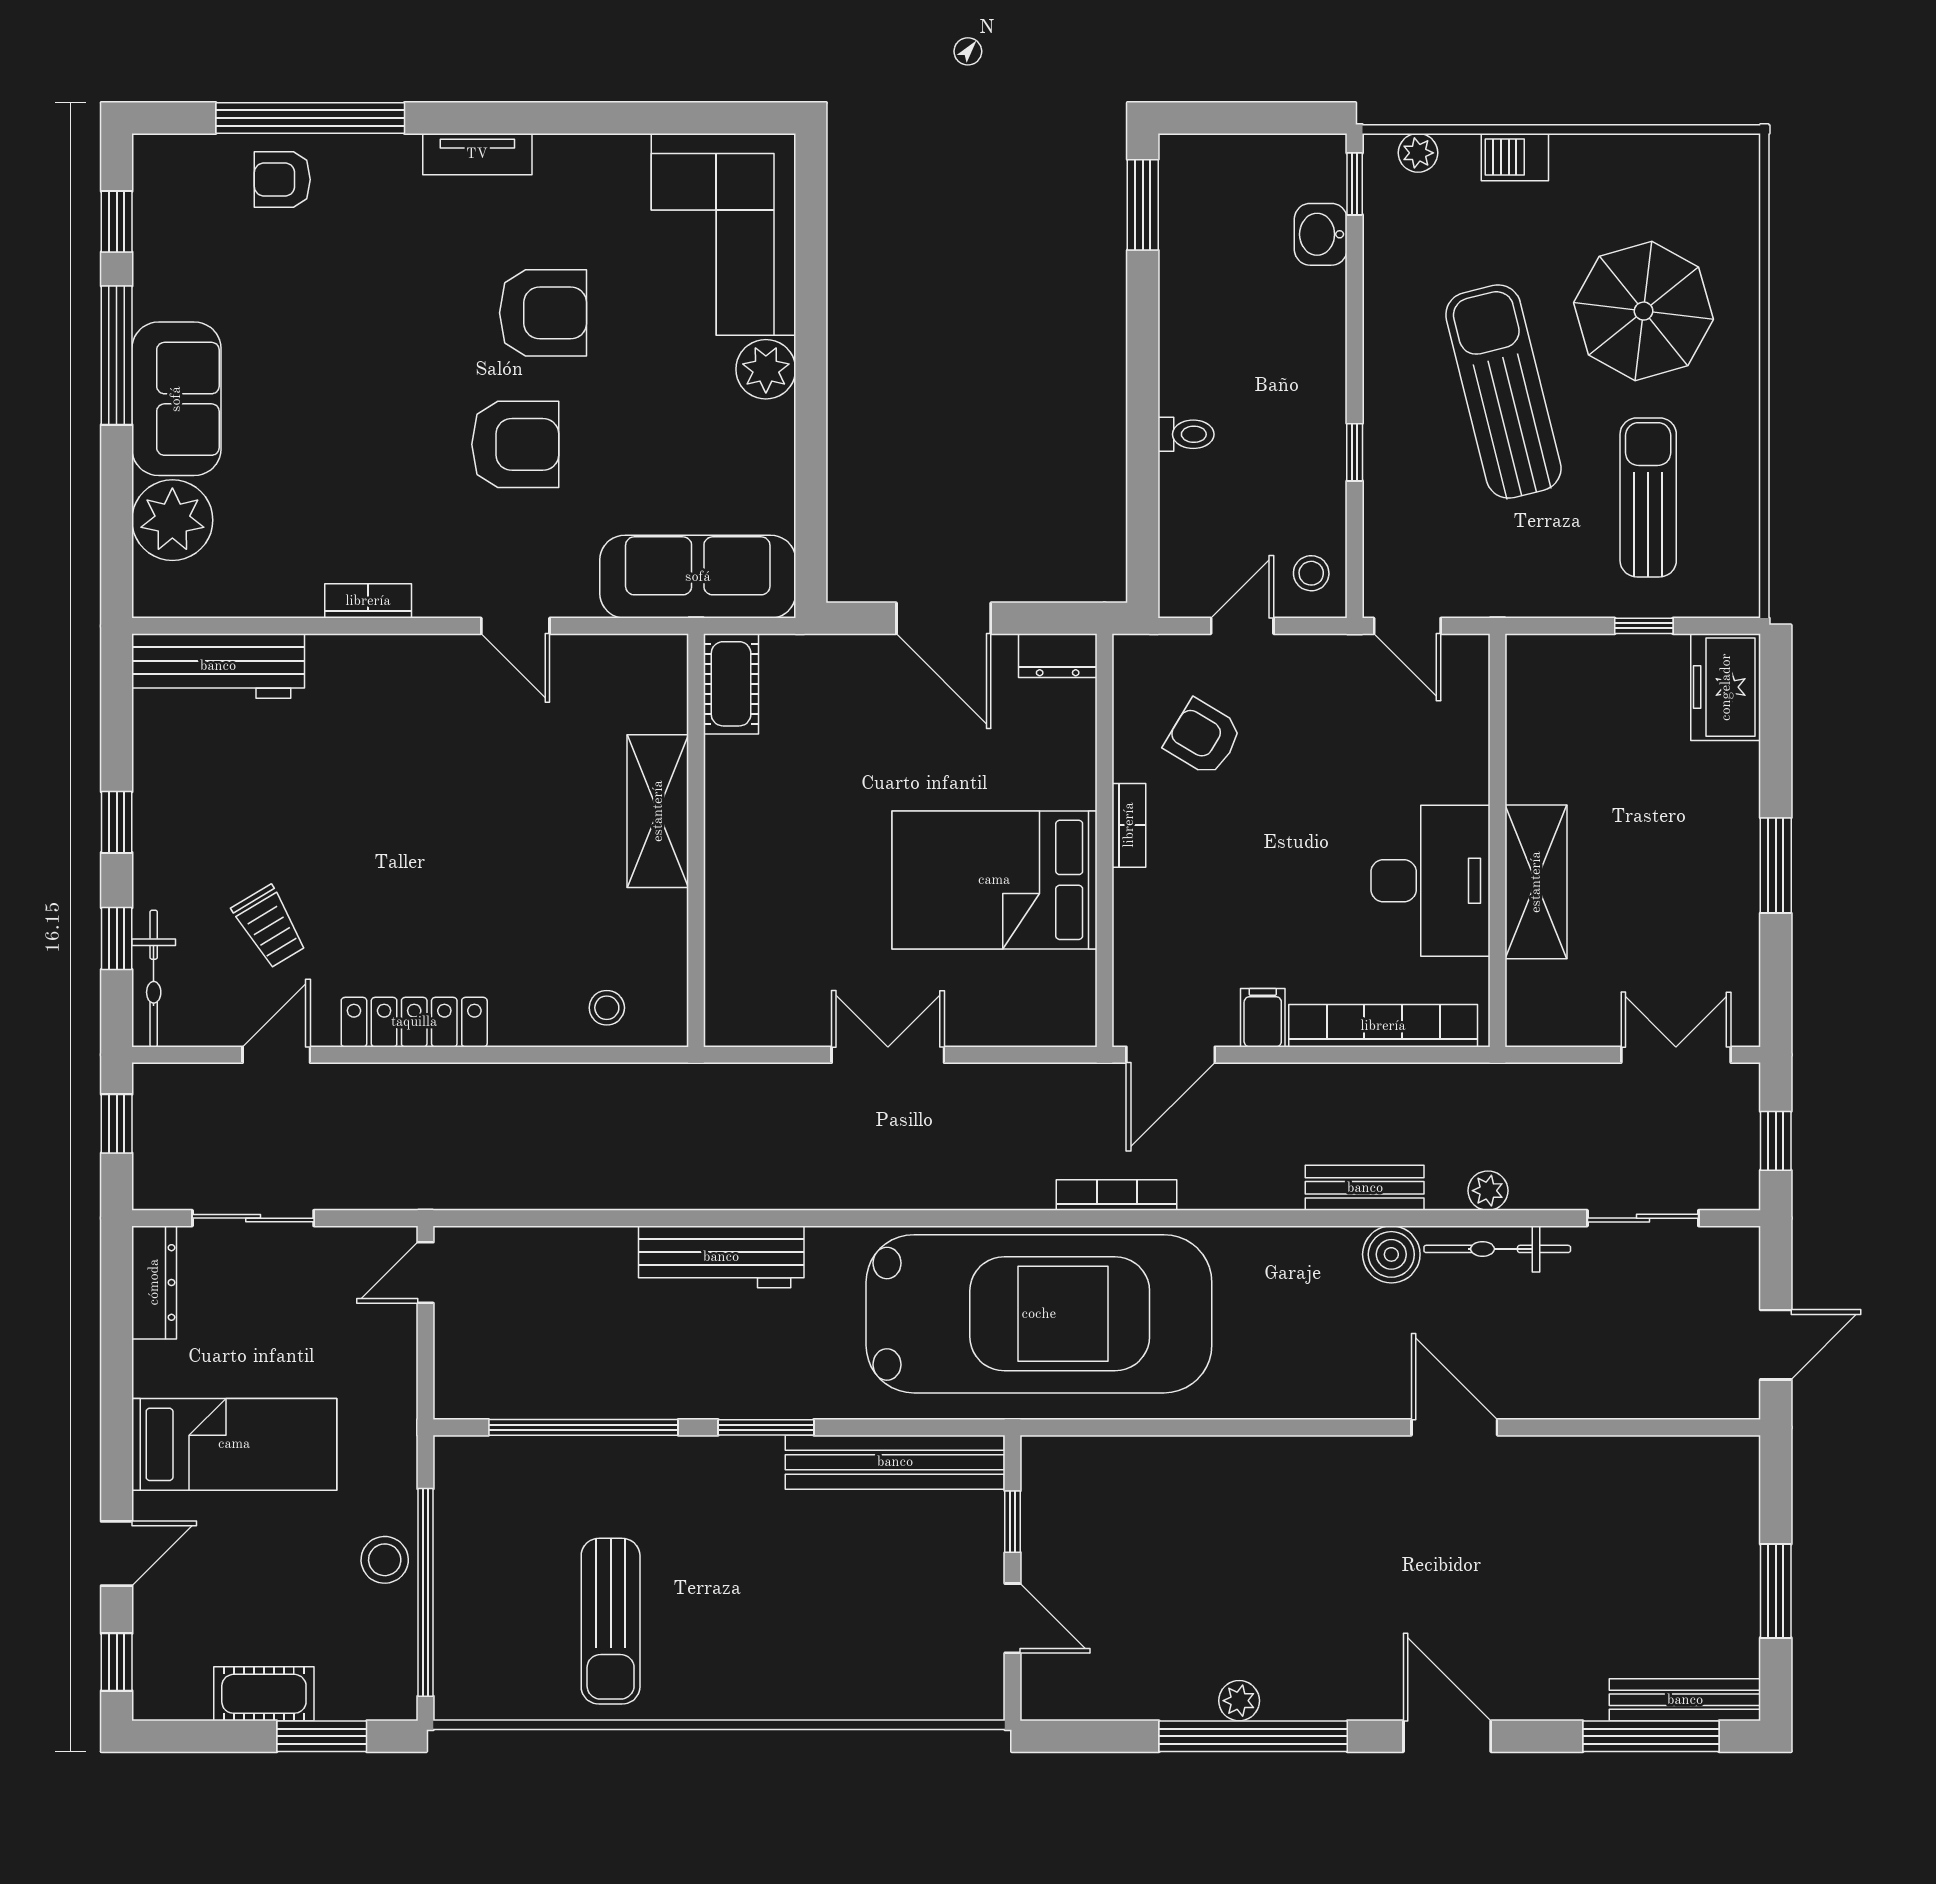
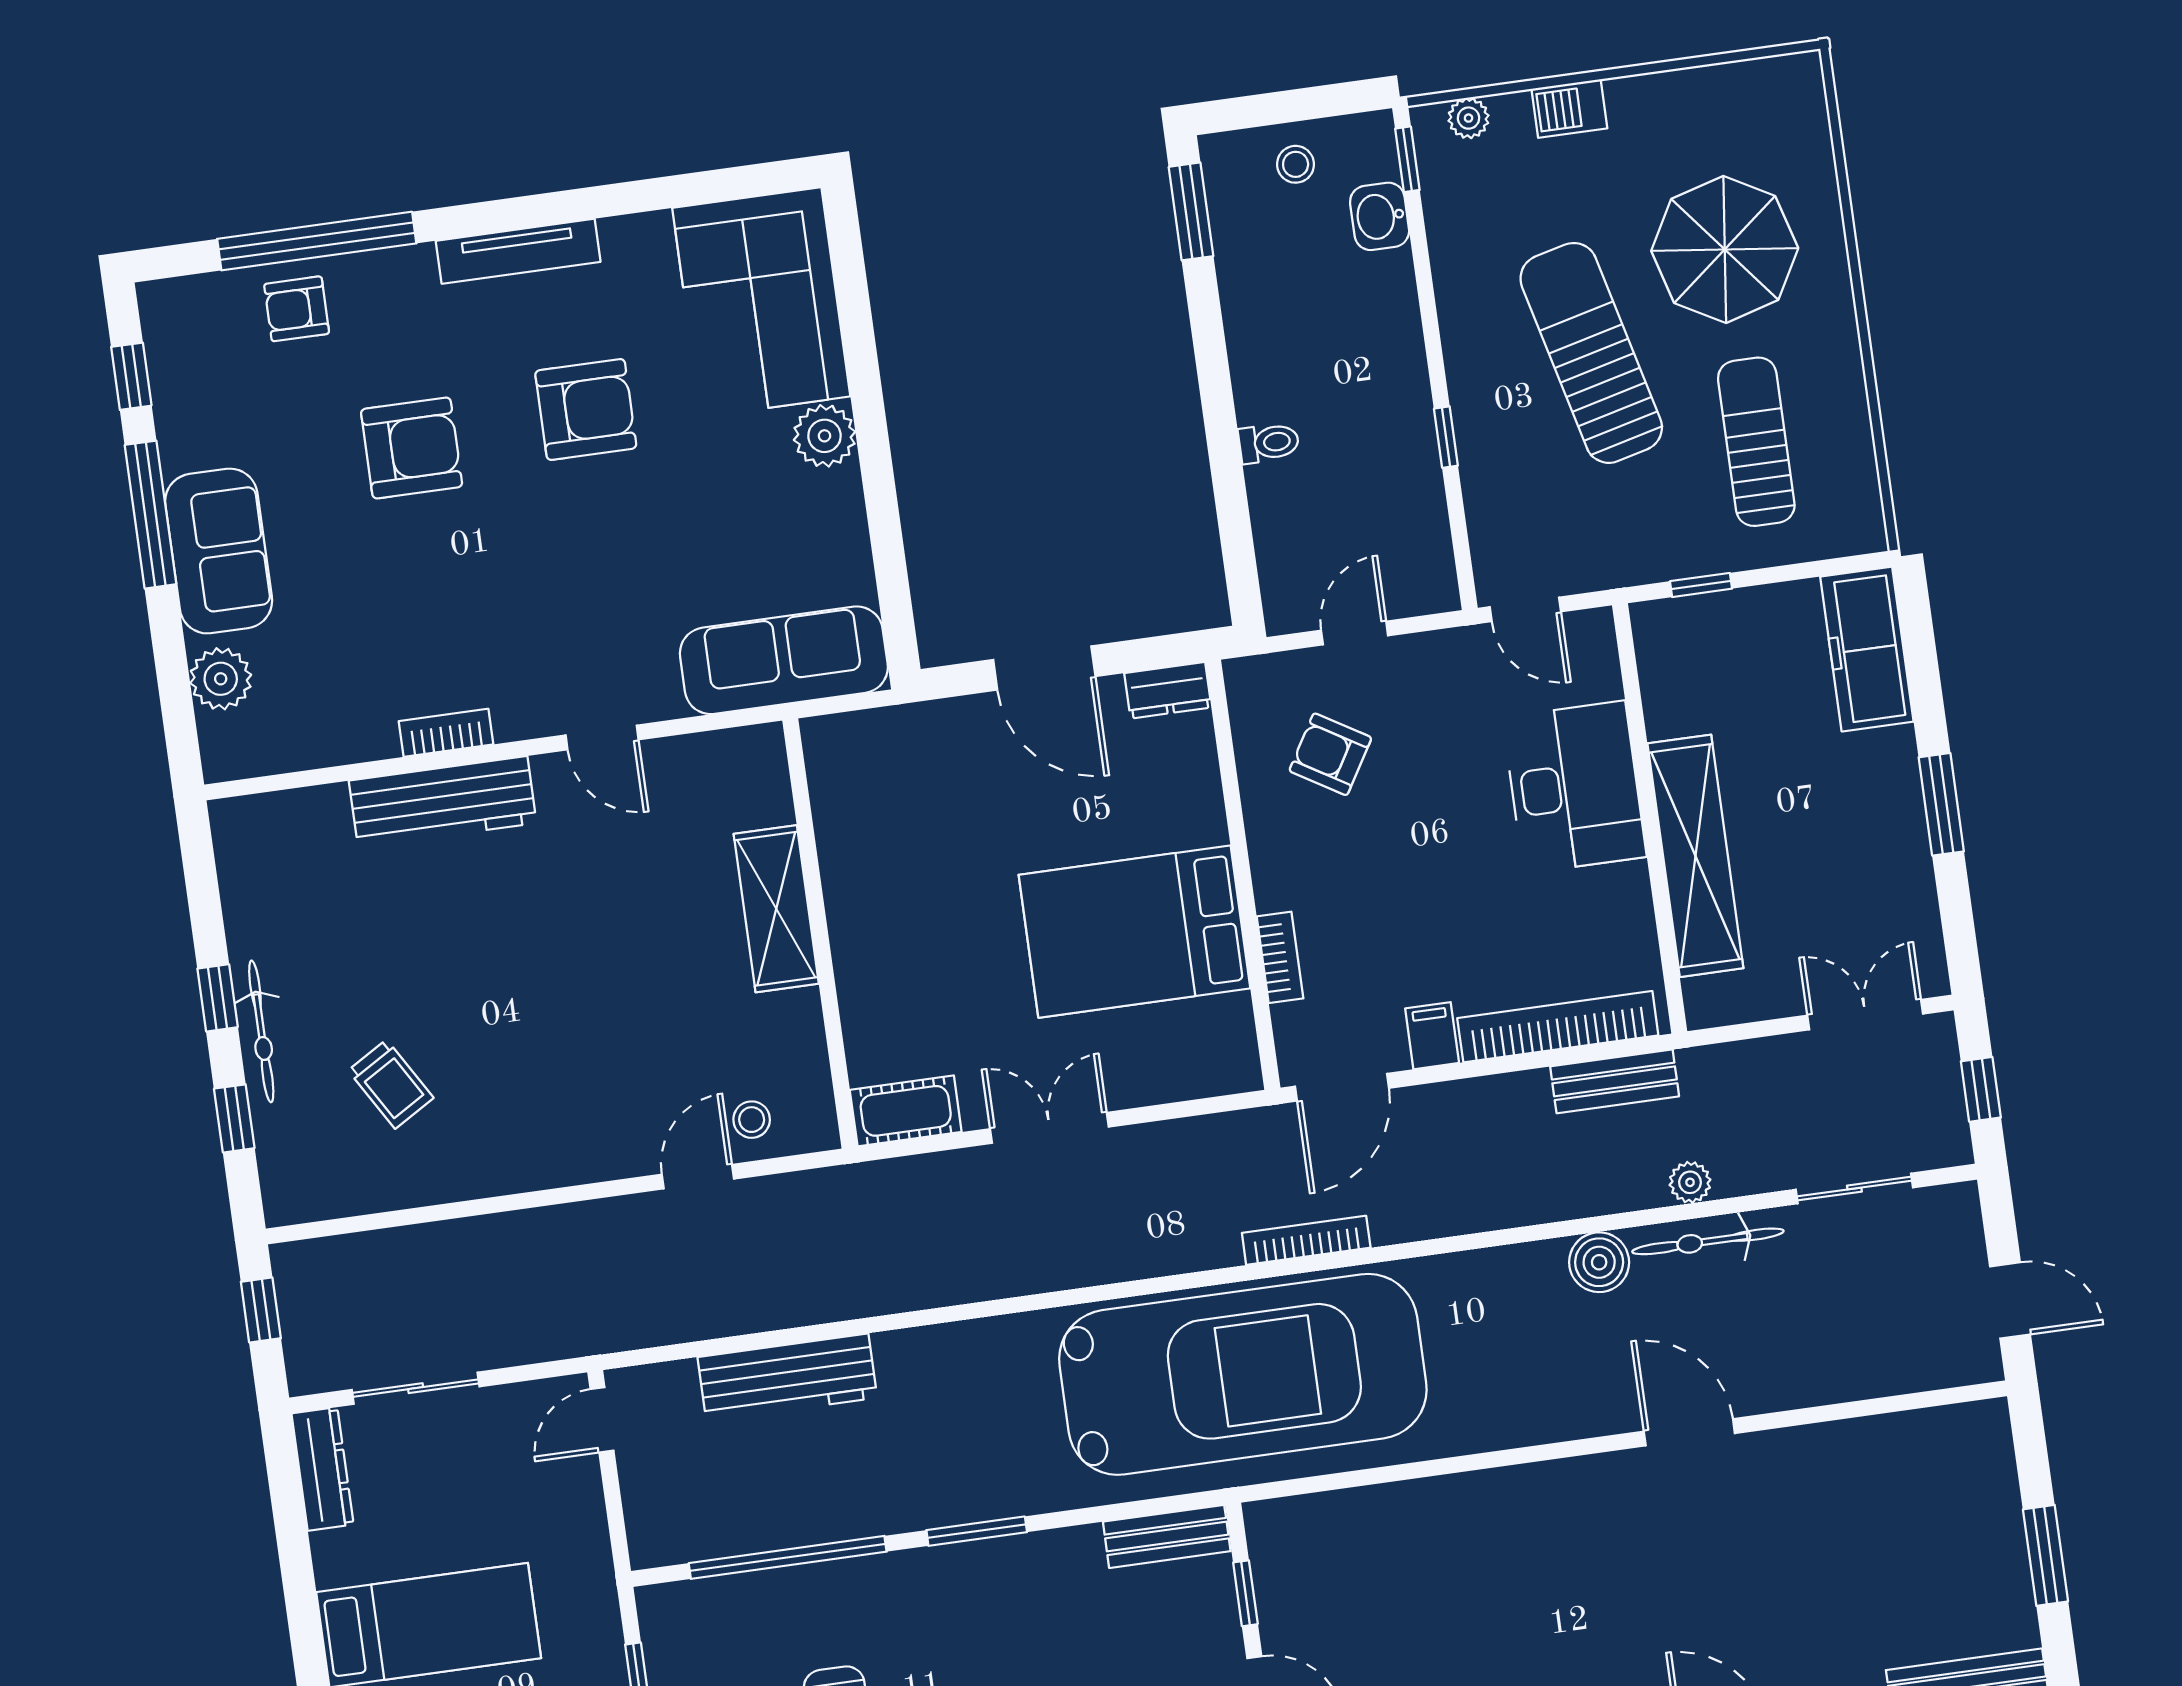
tv unit: (477, 154) -> (518, 251), width x1.41
armchair: (515, 444) -> (412, 448), moved
plant: (172, 520) -> (221, 679), width x0.73, depth x0.73
stool: (1311, 573) -> (1296, 164), moved
window: (1644, 626) -> (1701, 585), moved
workbench: (218, 666) -> (443, 802), moved
cot: (731, 684) -> (906, 1111), moved, turned 90
freezer: (1726, 687) -> (1867, 649), width x1.40
bookcase: (1129, 825) -> (1280, 957), moved
desk: (1430, 881) -> (1574, 787), moved
shelving: (1536, 882) -> (1695, 856), width x1.47
bicycle: (154, 979) -> (261, 1031), moved
locker: (414, 1022) -> (554, 1162), removed
door: (276, 1055) -> (698, 1177), moved
bench: (1365, 1188) -> (1615, 1081), moved
workbench: (721, 1257) -> (787, 1377), moved
door: (1776, 1345) -> (2010, 1300), hinge flipped
bench: (895, 1462) -> (1167, 1536), width x0.54, depth x0.82

